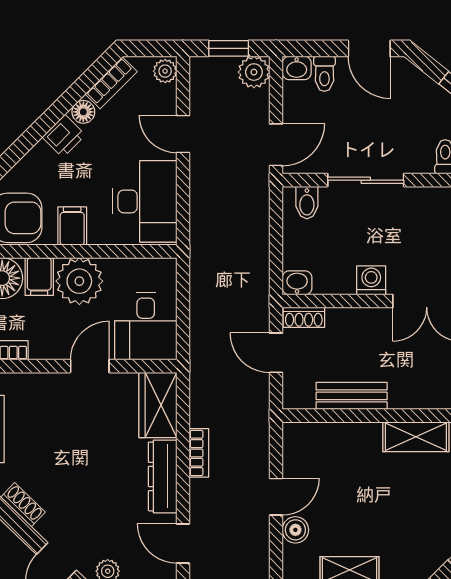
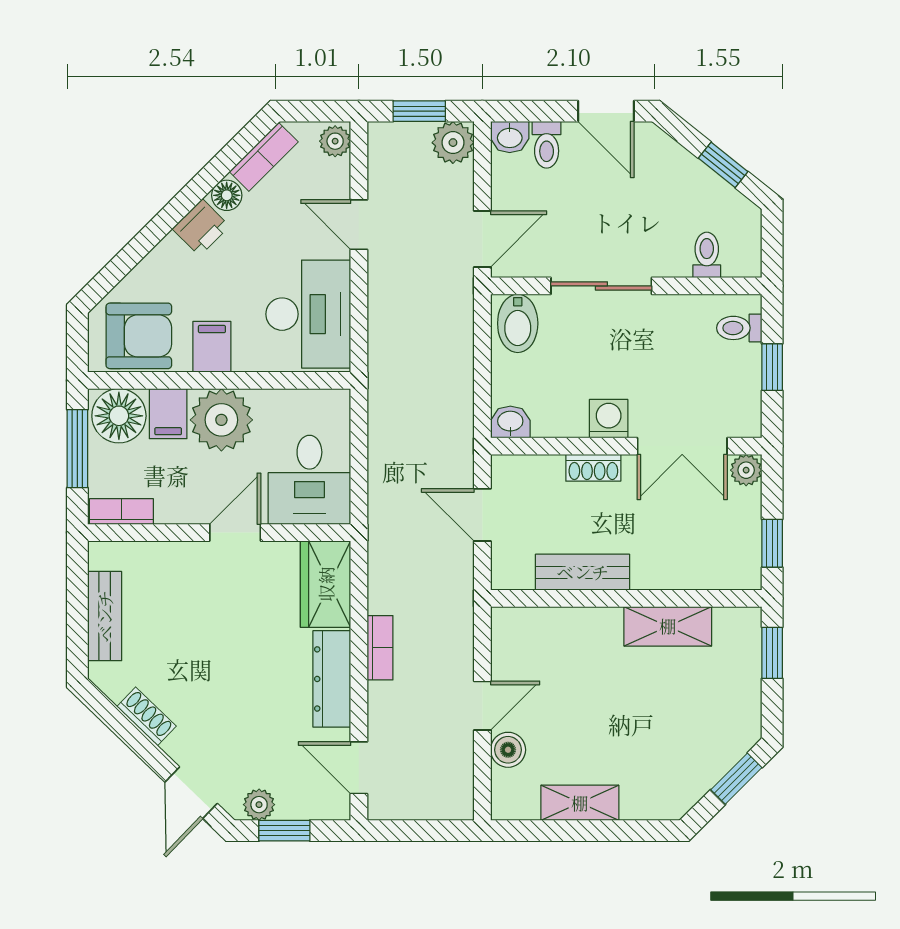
bidet: (307, 203) -> (518, 323), width x1.38, depth x1.36
shoe rack: (304, 317) -> (593, 468), moved

